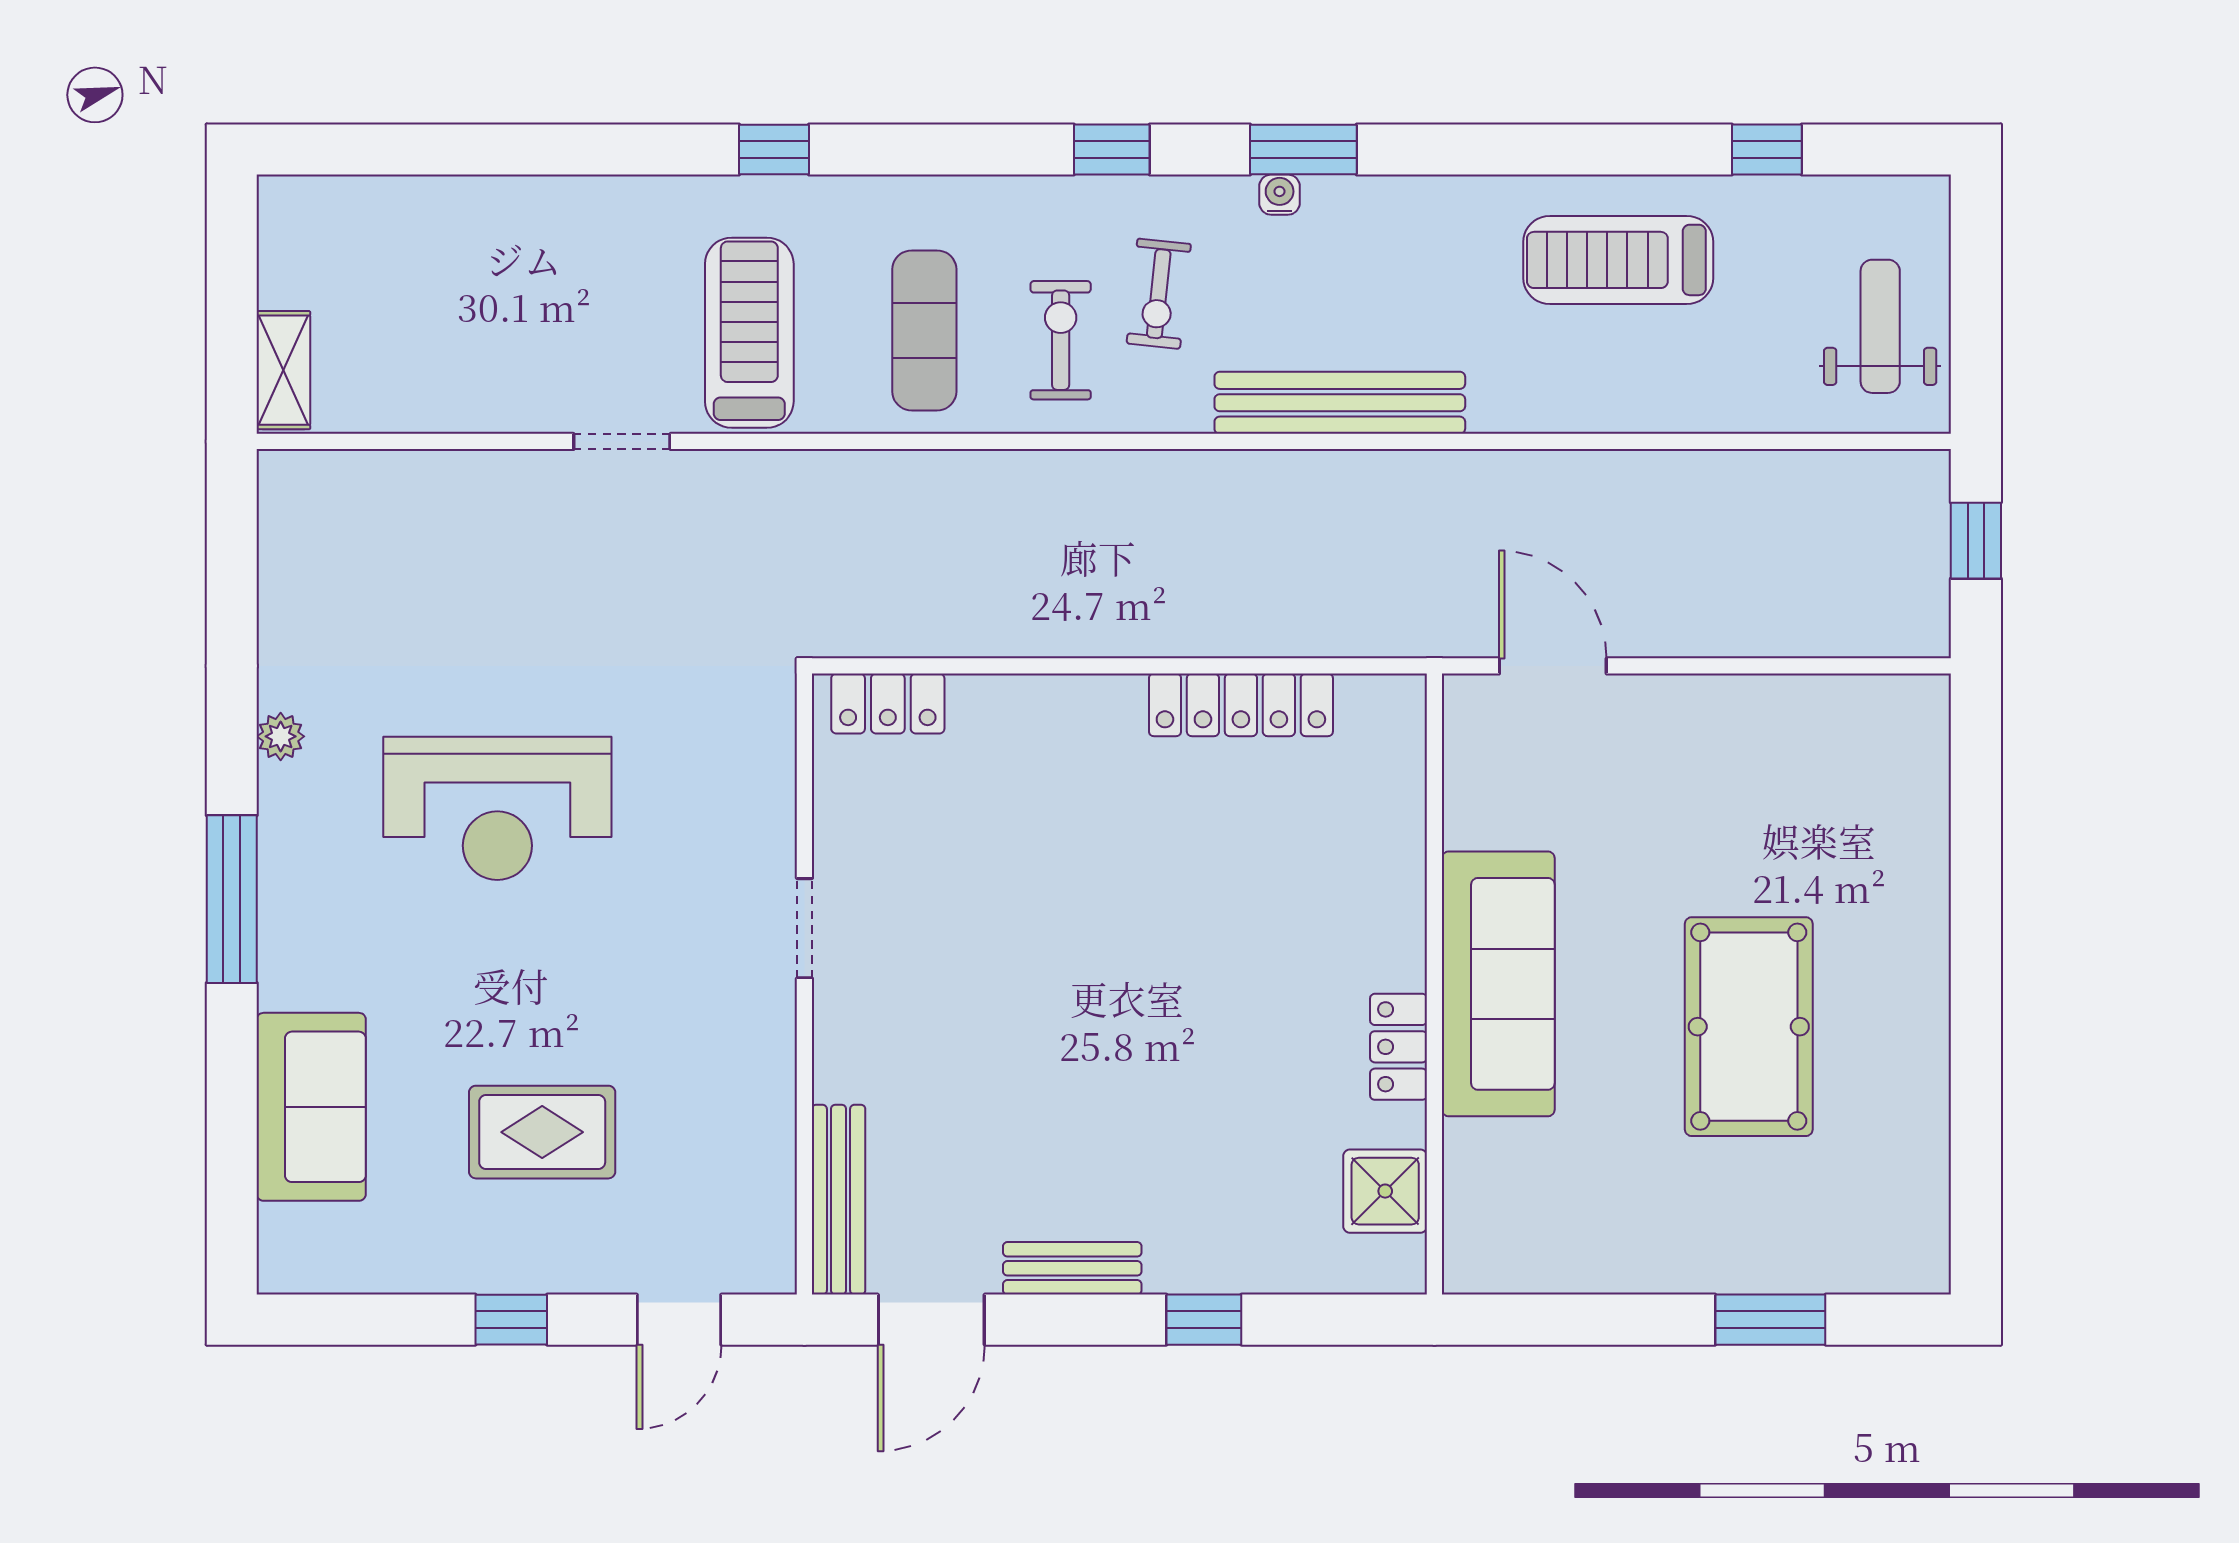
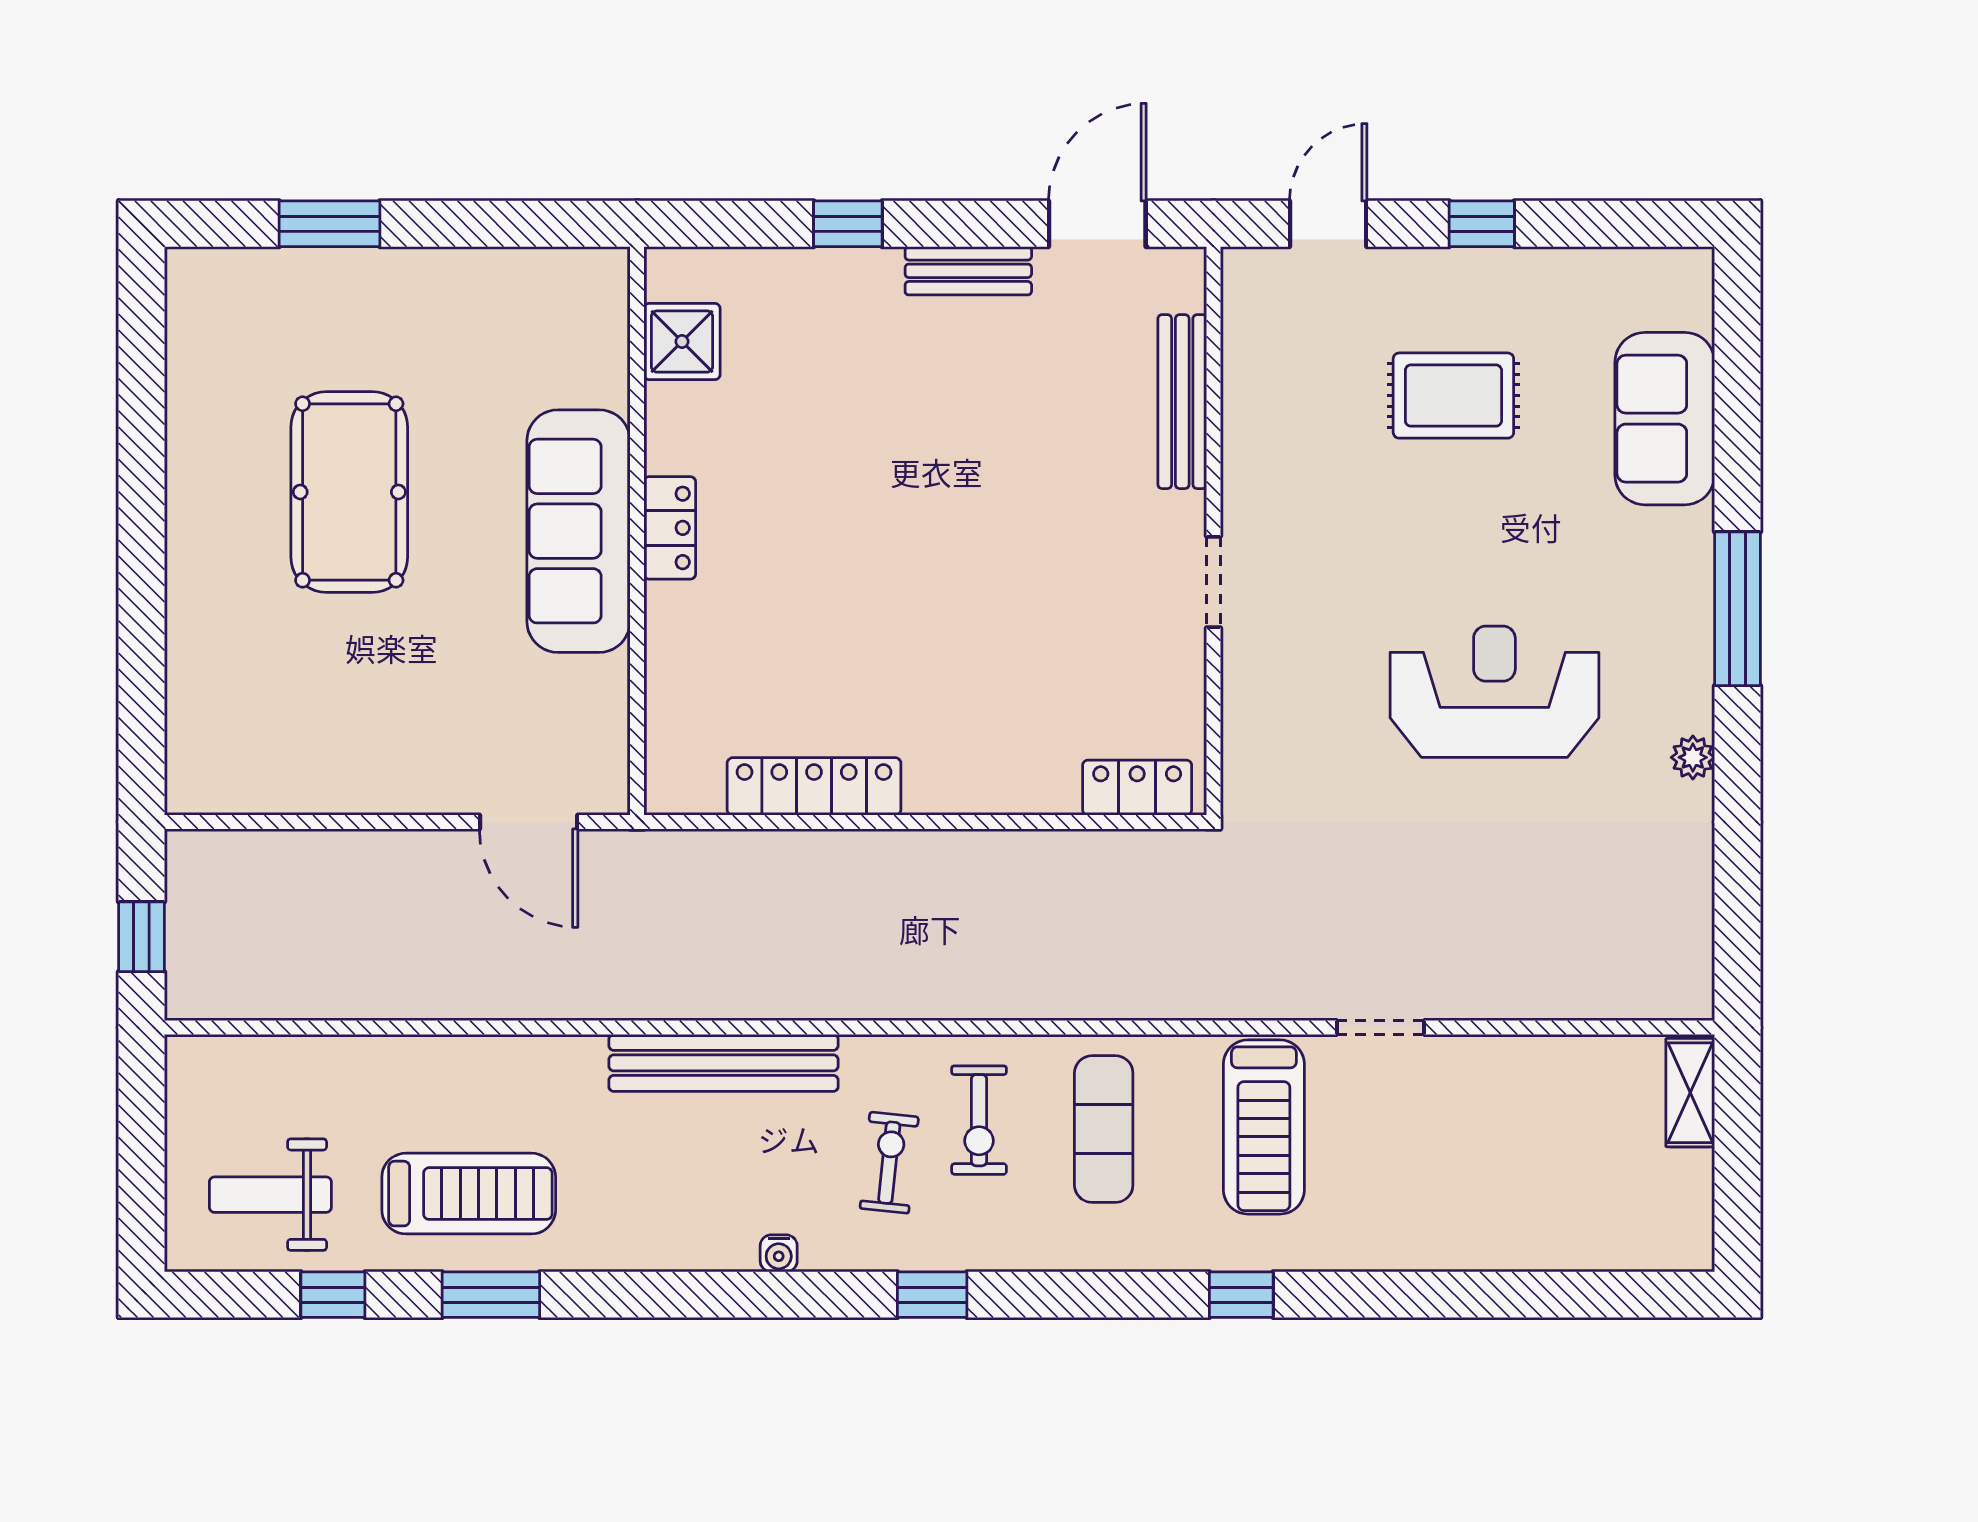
window: (1303, 149) -> (491, 1295), moved
weight bench: (1880, 326) -> (270, 1195), moved, turned 90
locker: (1399, 1047) -> (670, 528), moved
bench: (839, 1200) -> (1182, 402), moved

